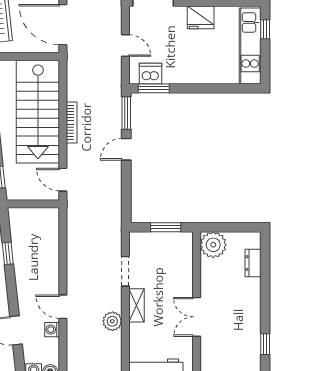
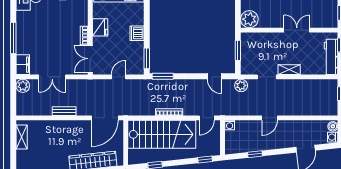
dishwasher: (150, 74) -> (137, 33), moved
door: (126, 149) -> (214, 76), moved
door: (63, 307) -> (270, 118), moved
double door: (197, 317) -> (297, 30), swing flipped
plant: (112, 321) -> (241, 85), moved
washing machine: (52, 330) -> (230, 125), moved

